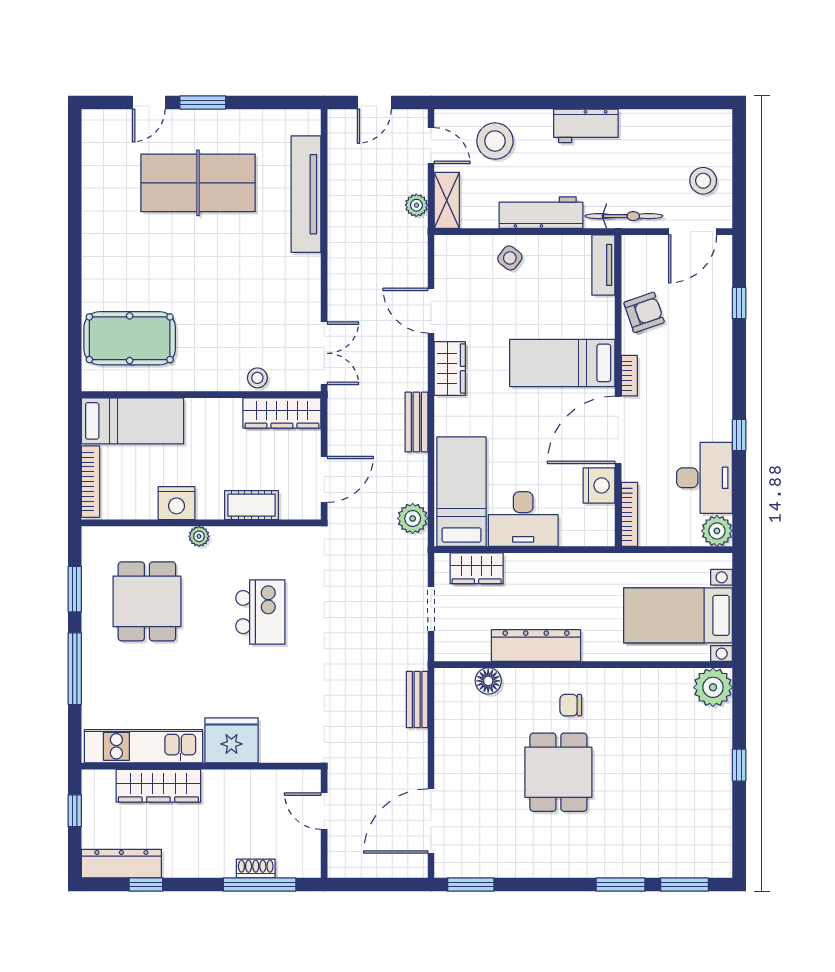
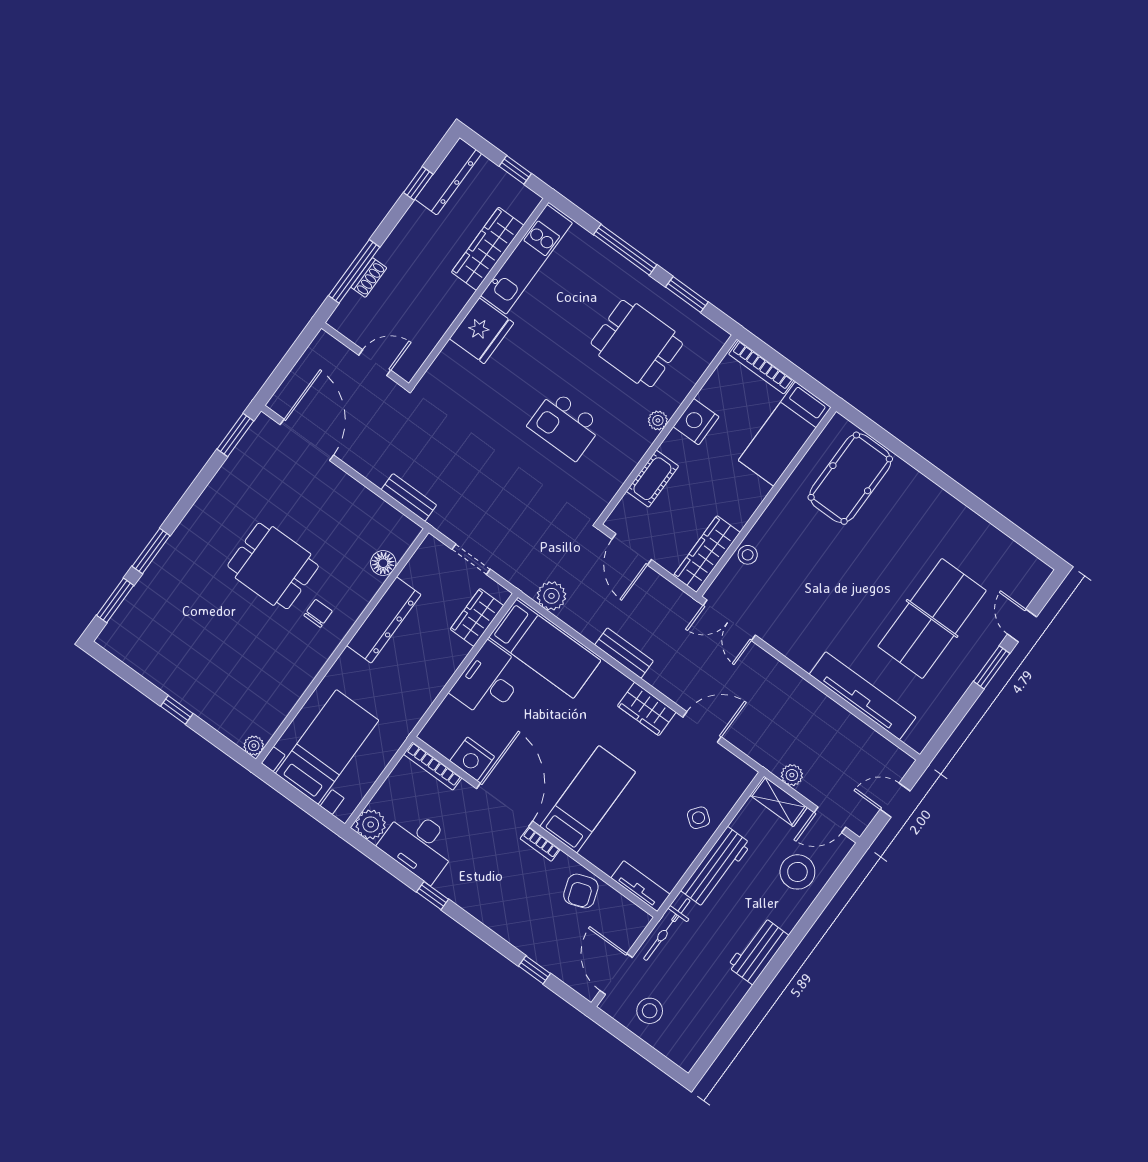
door: (374, 103) -> (895, 800), hinge flipped
plant: (713, 687) -> (254, 746), width x0.53, depth x0.53

